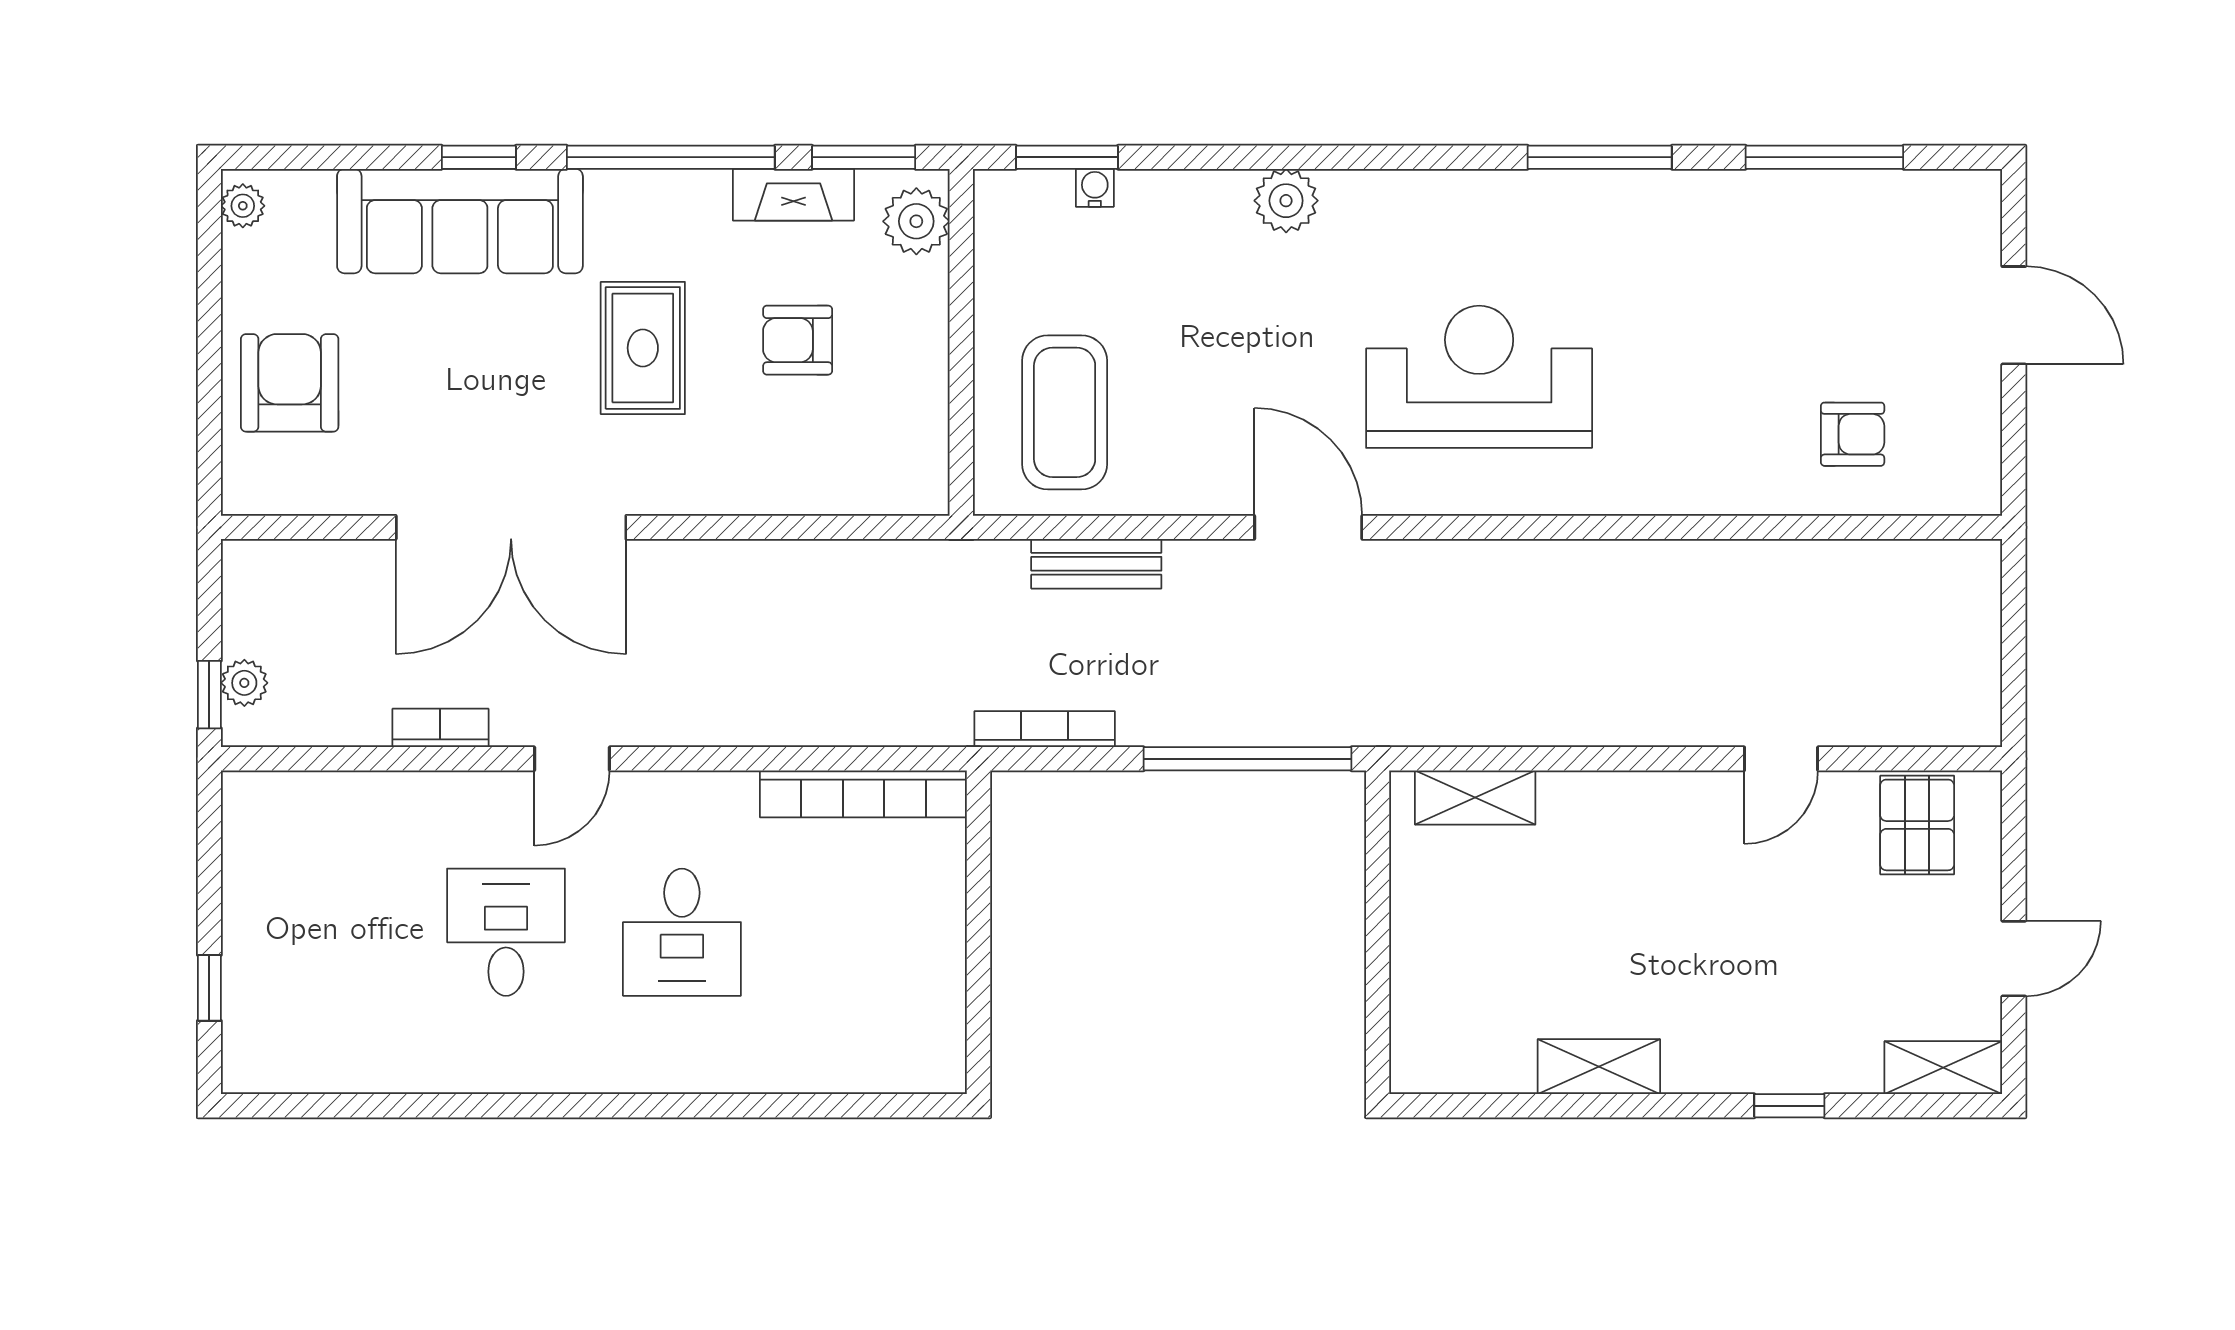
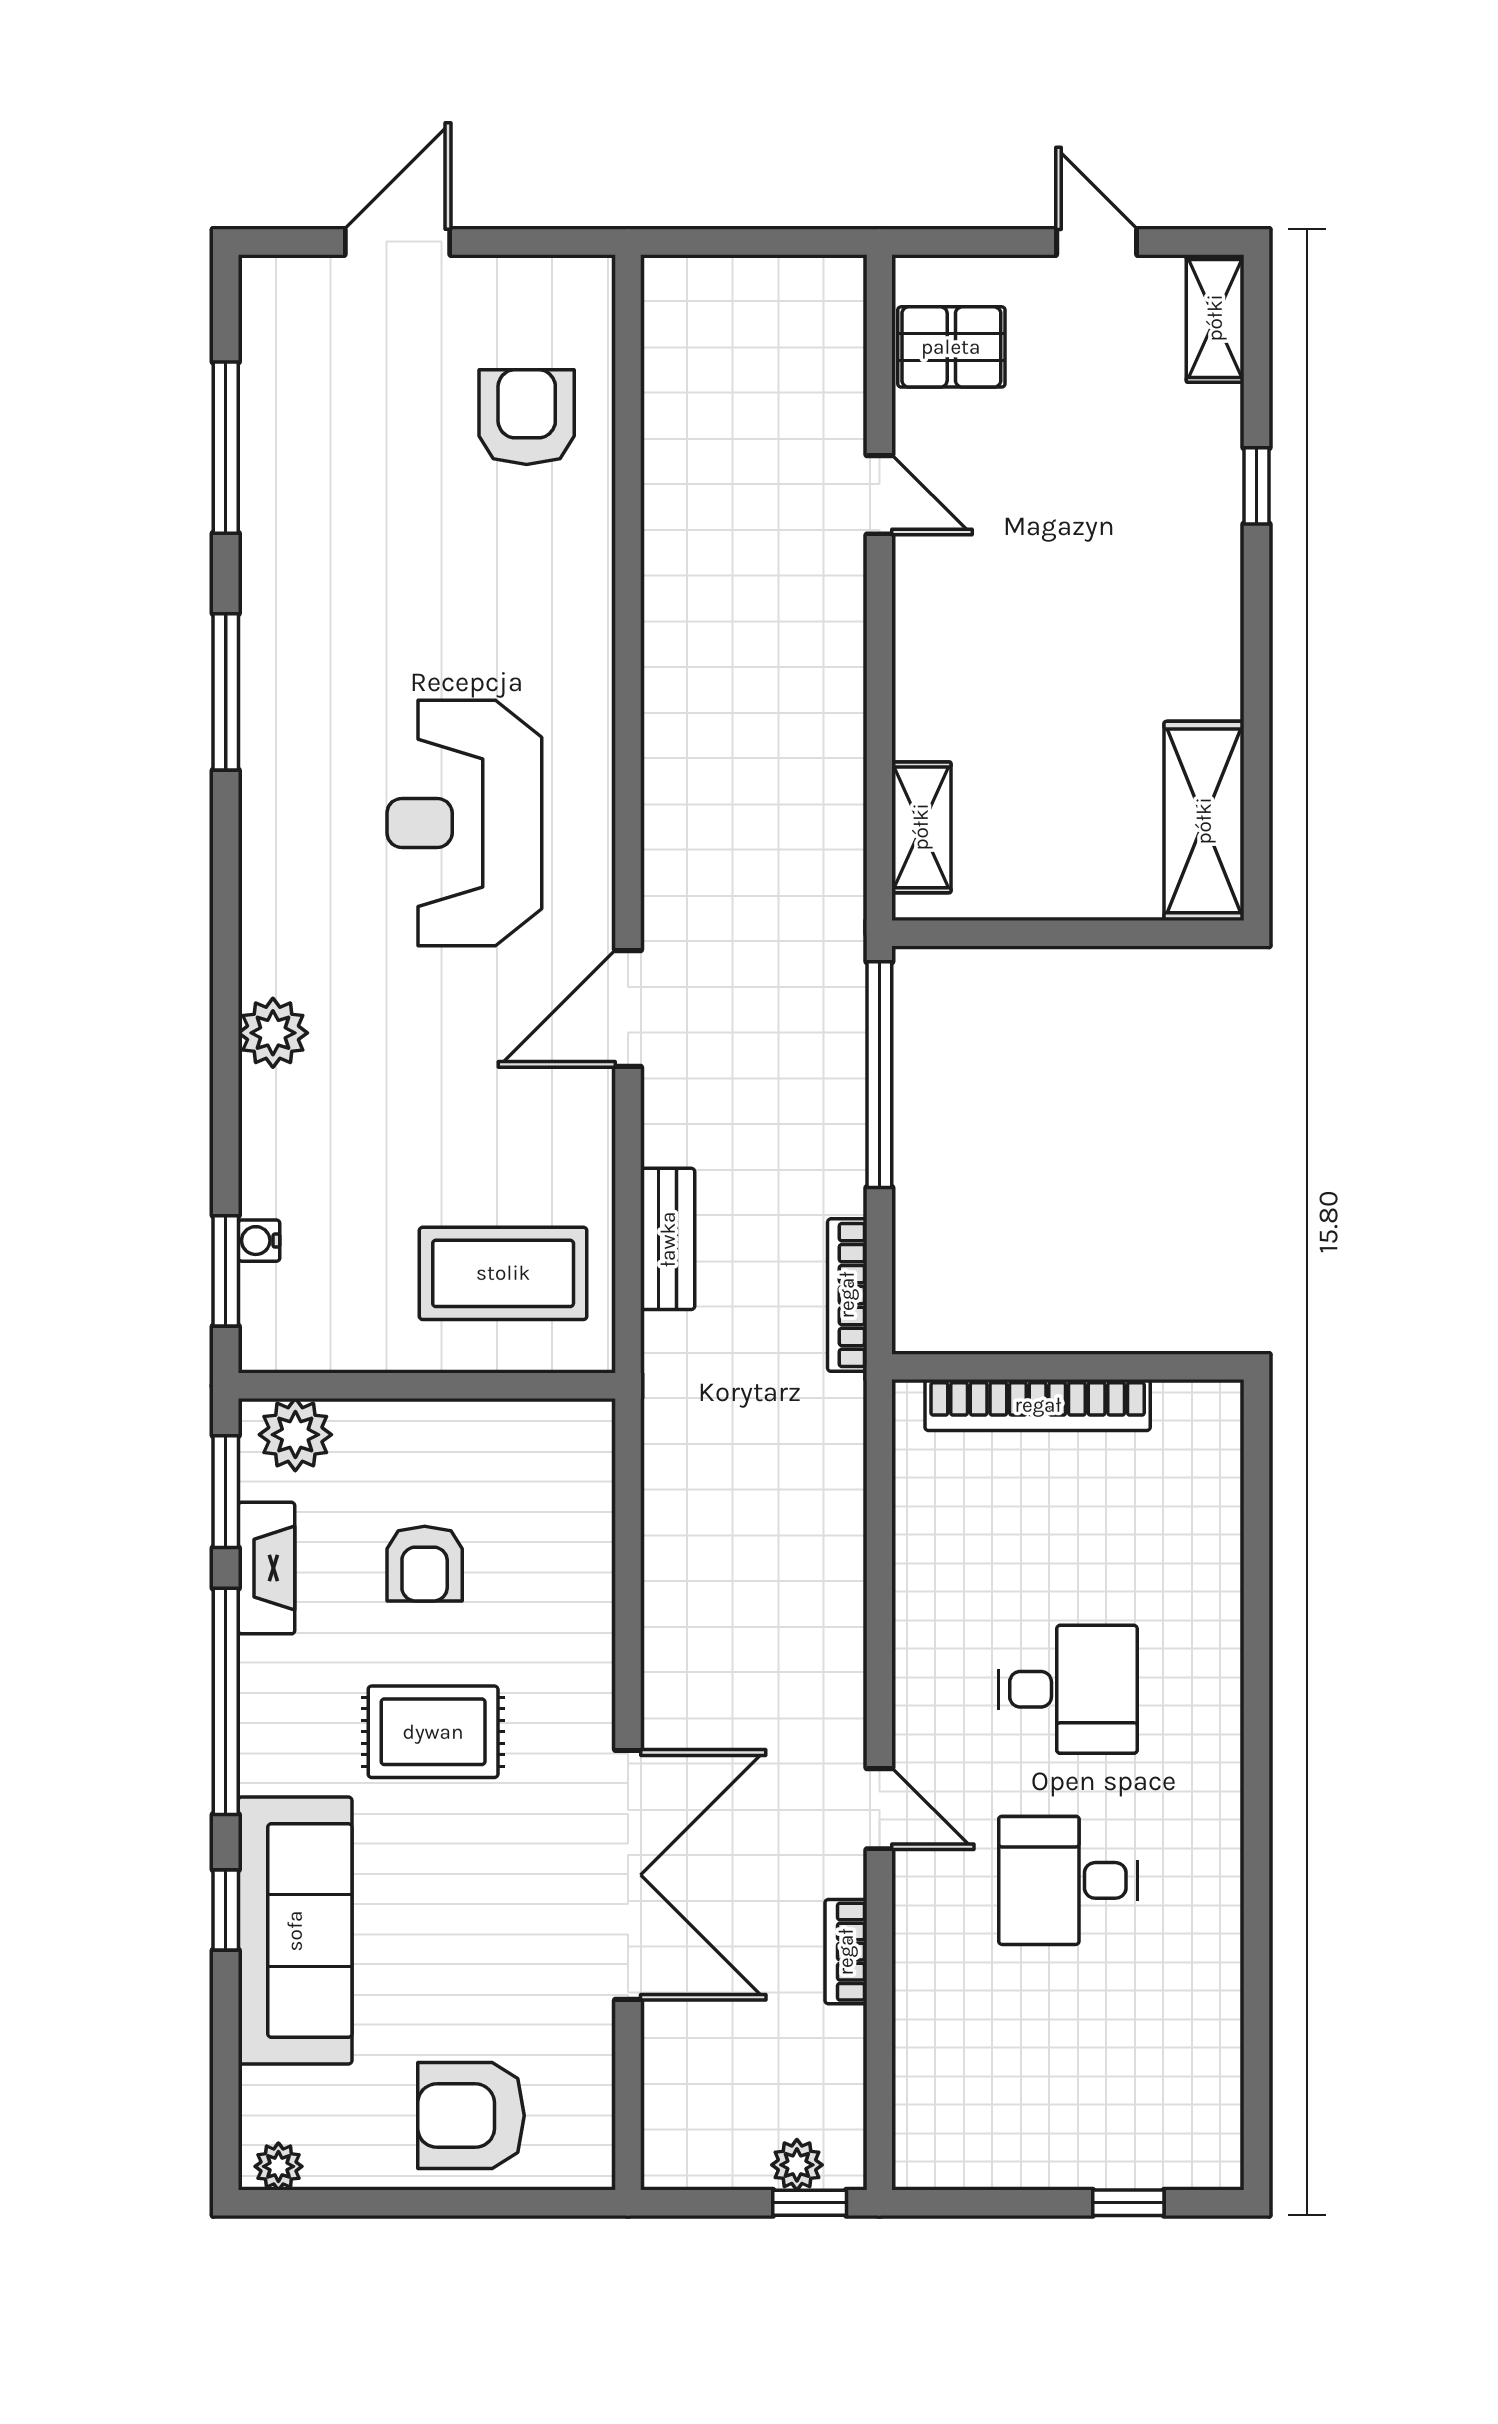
armchair: (1853, 434) -> (527, 417), width x1.38, depth x1.38
bookcase: (863, 794) -> (1038, 1405), moved, turned 90
shelving: (1599, 1067) -> (1204, 821), moved, width x1.50, depth x1.33

